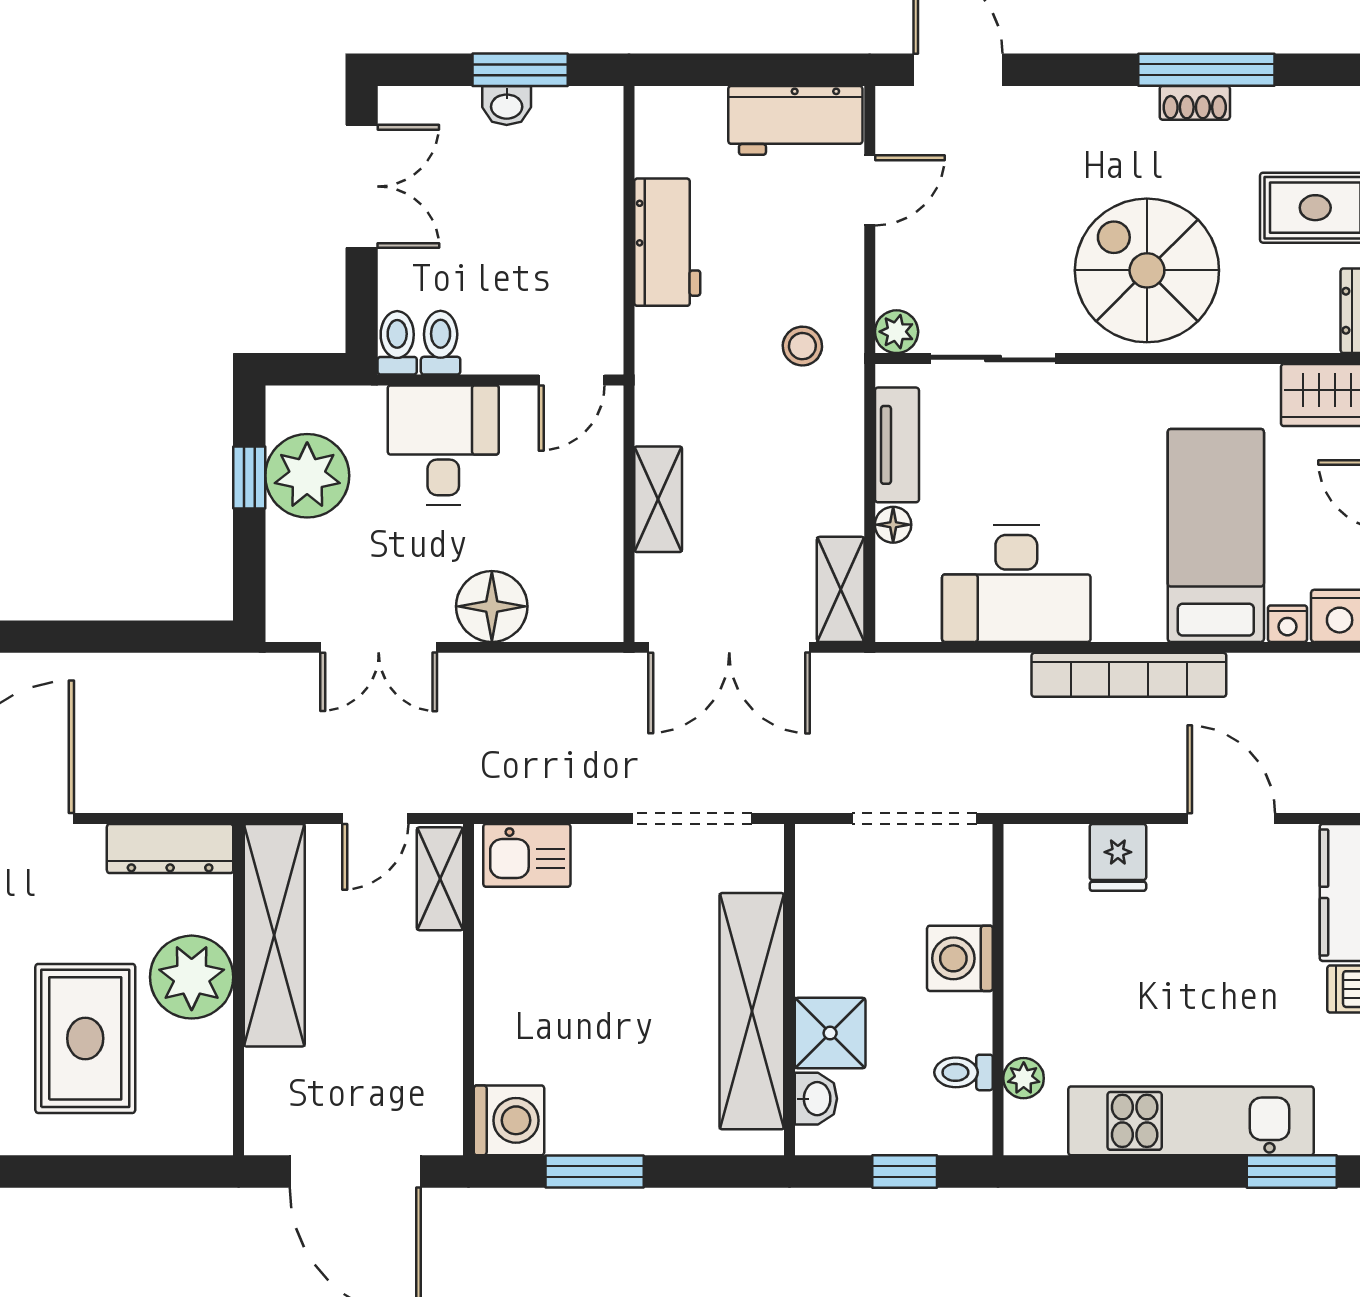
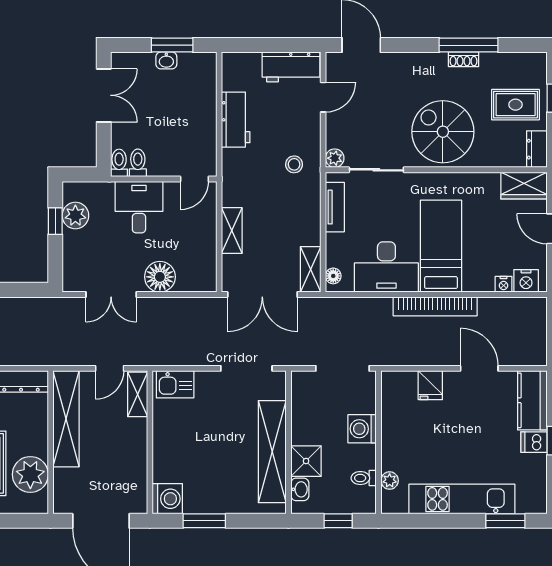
plant: (307, 476) -> (75, 216), width x0.73, depth x0.73
floor lamp: (893, 525) -> (333, 276), moved
bed: (1216, 535) -> (441, 246), moved
plant: (192, 977) -> (30, 474), moved

